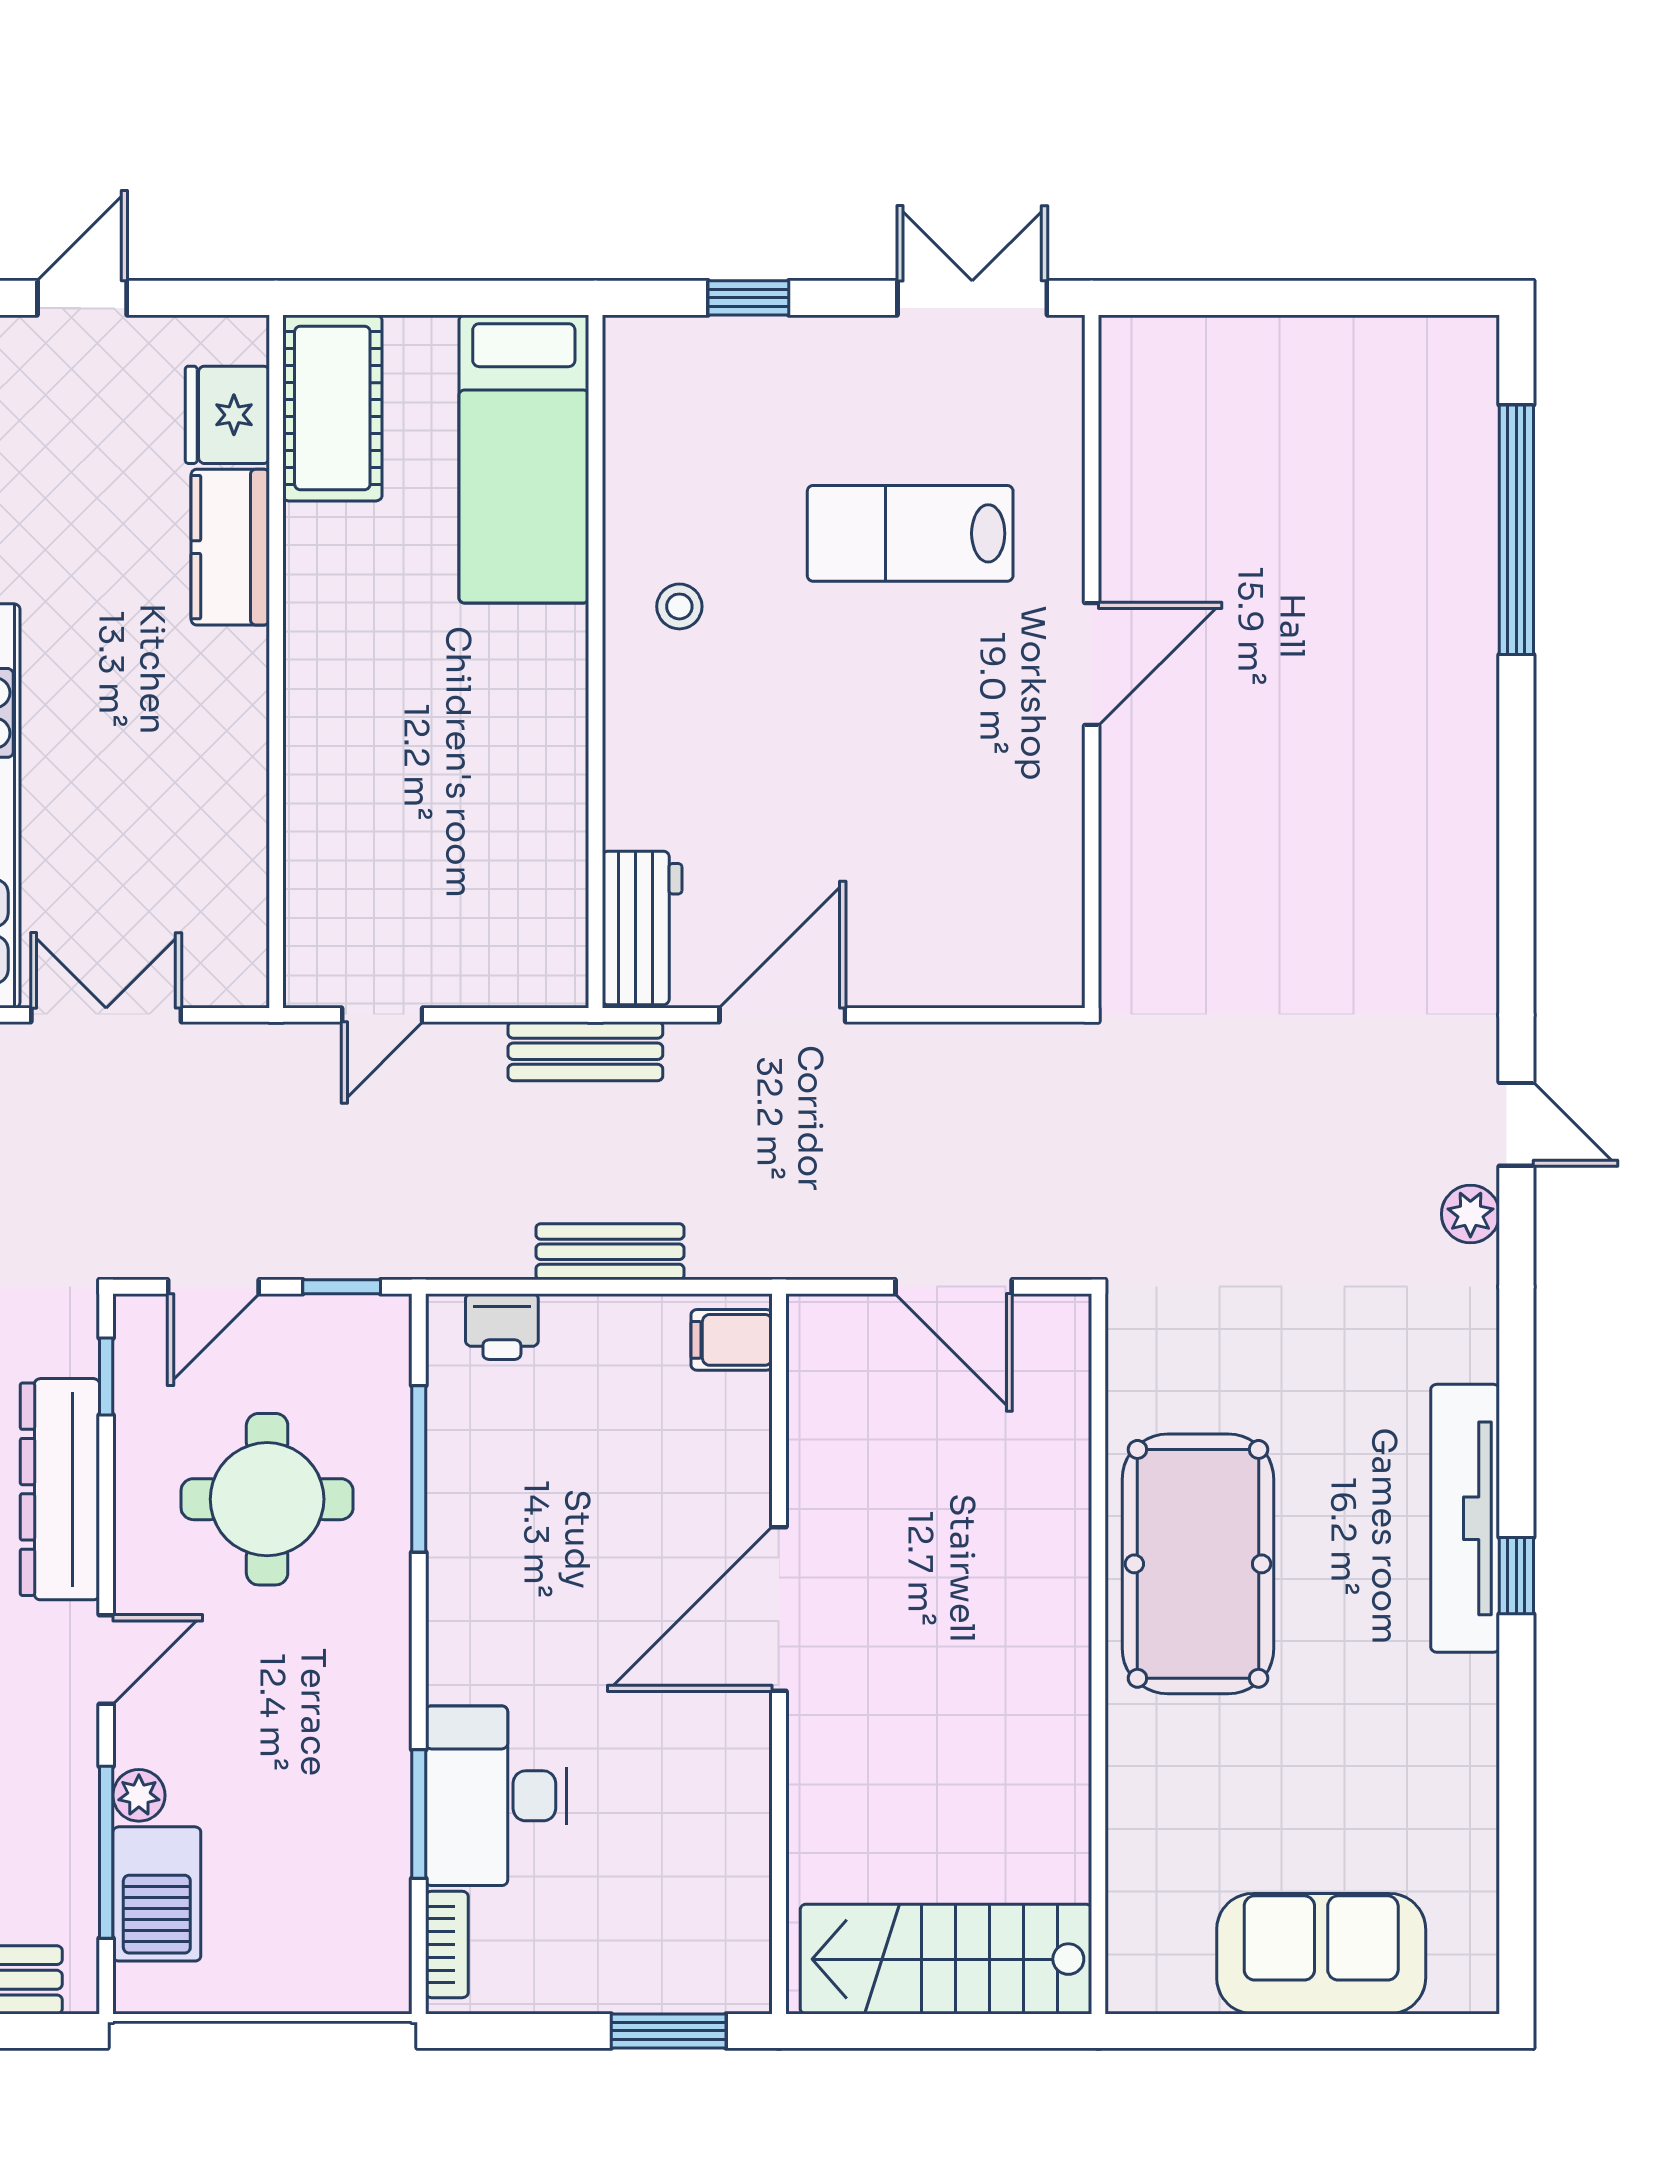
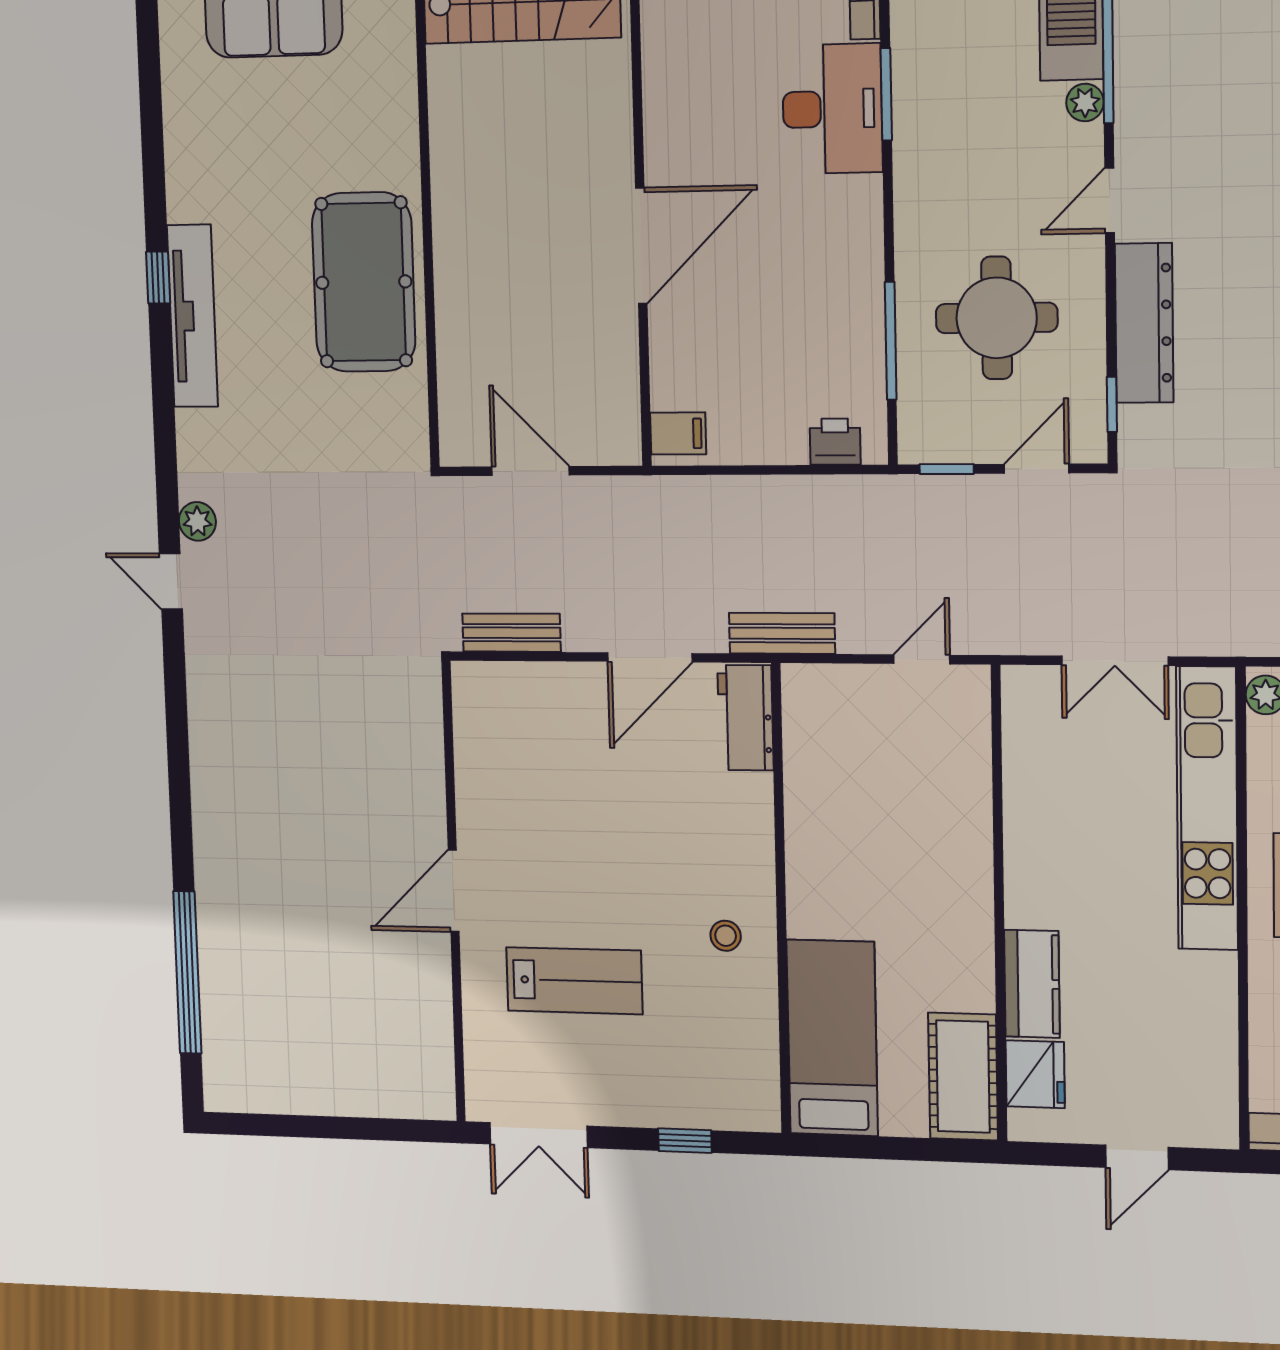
bench: (610, 1252) -> (511, 633), moved

